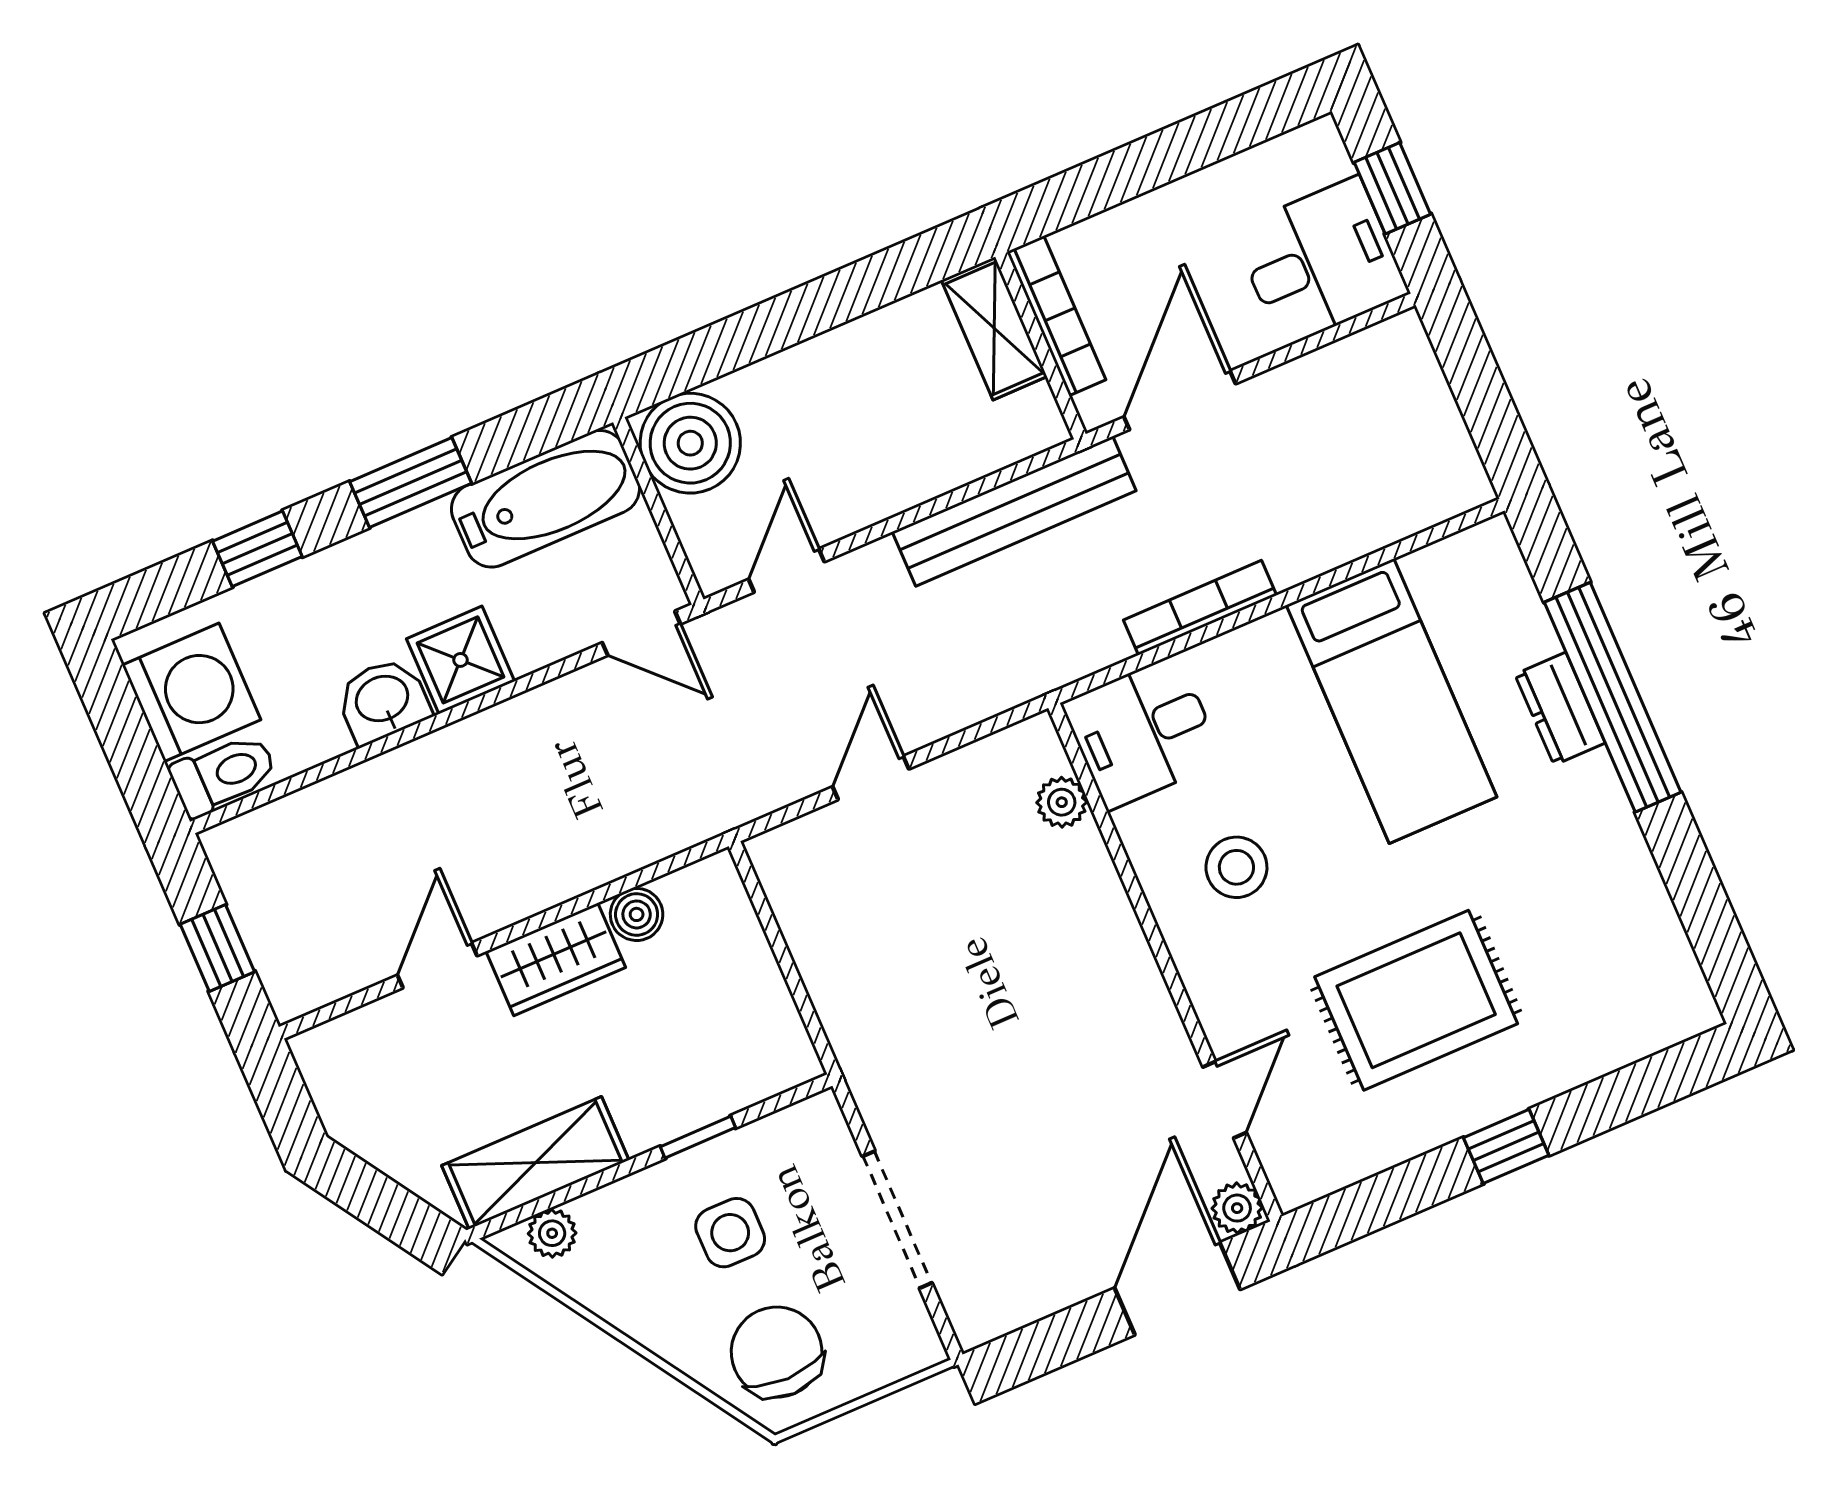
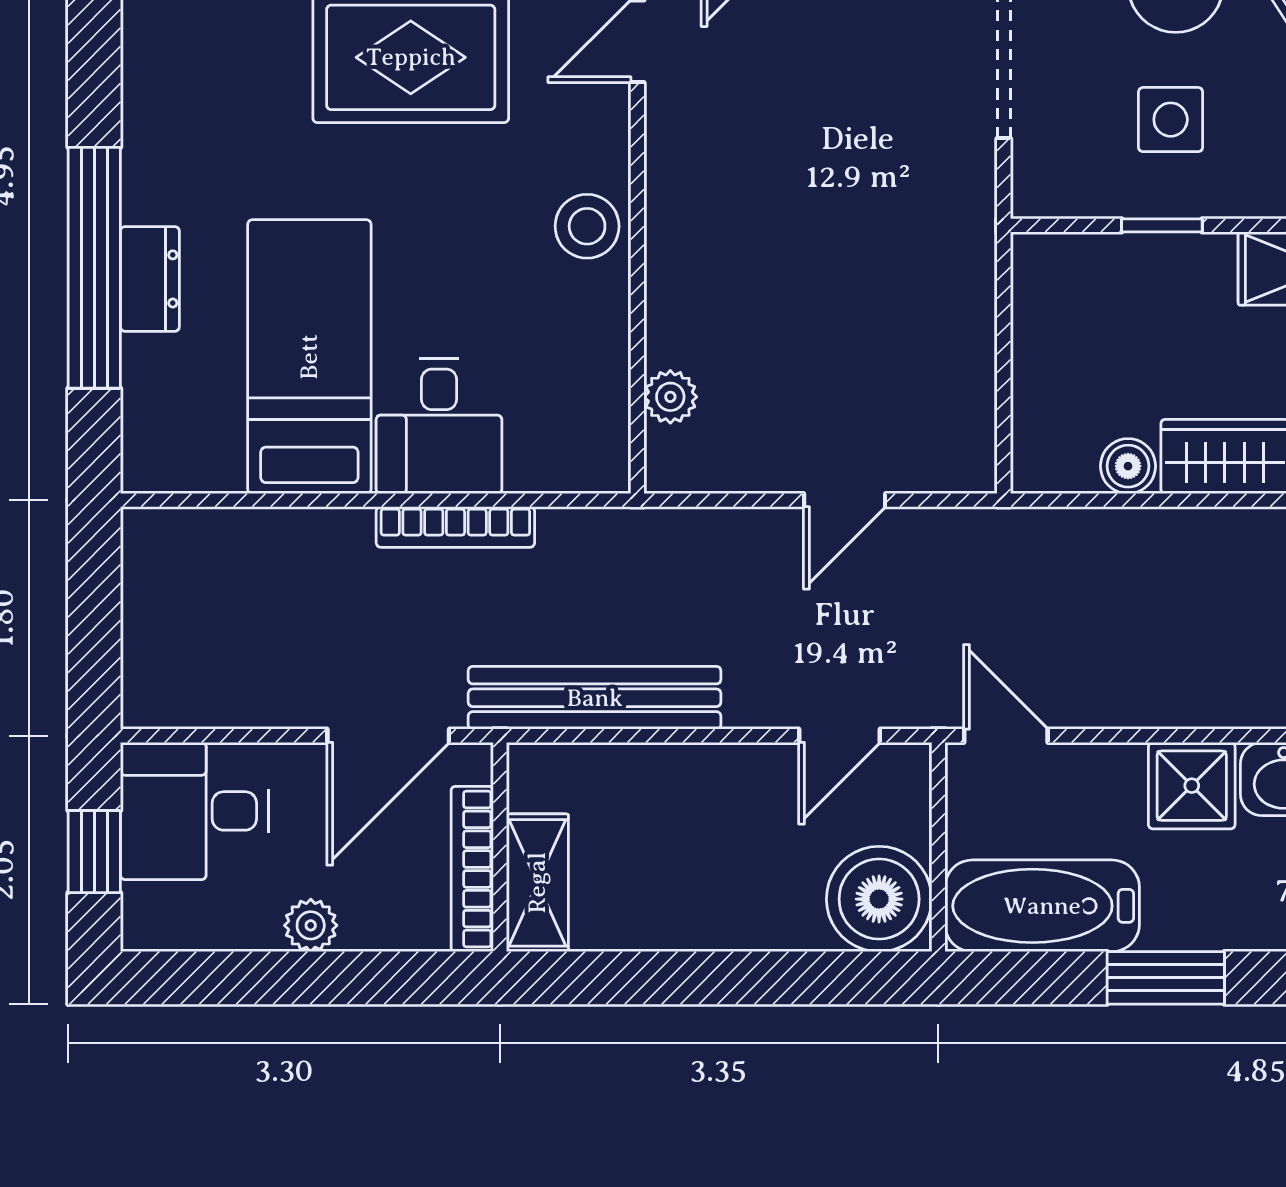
plant: (1176, 206) -> (311, 925), added
desk: (1142, 732) -> (439, 426), moved, turned 90
stool: (1236, 867) -> (587, 226), moved

